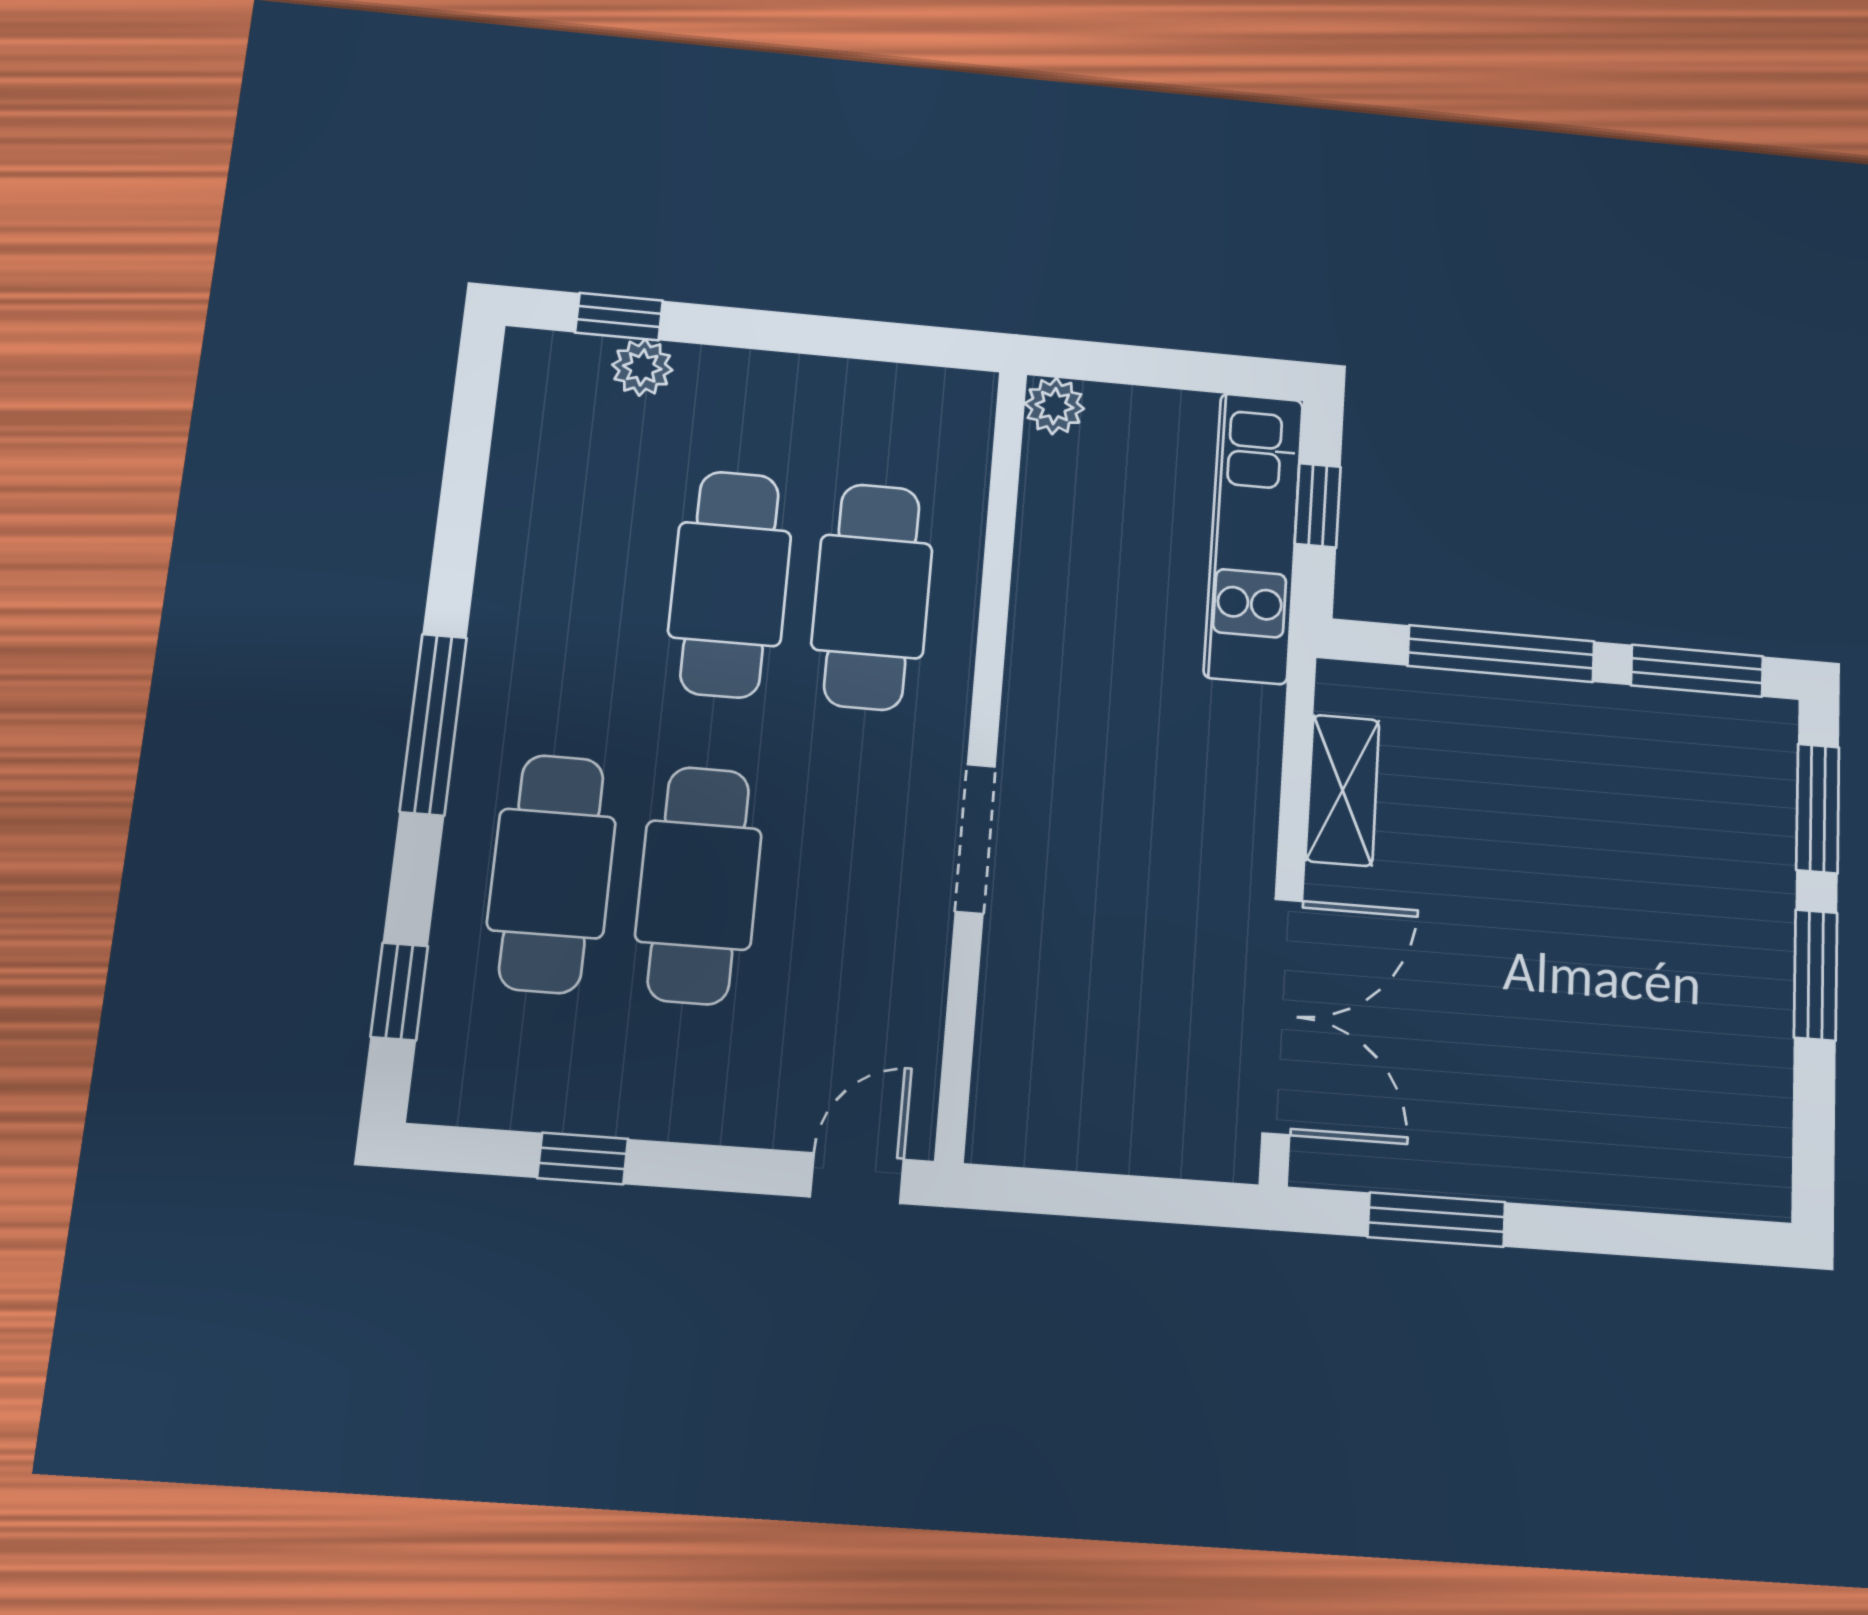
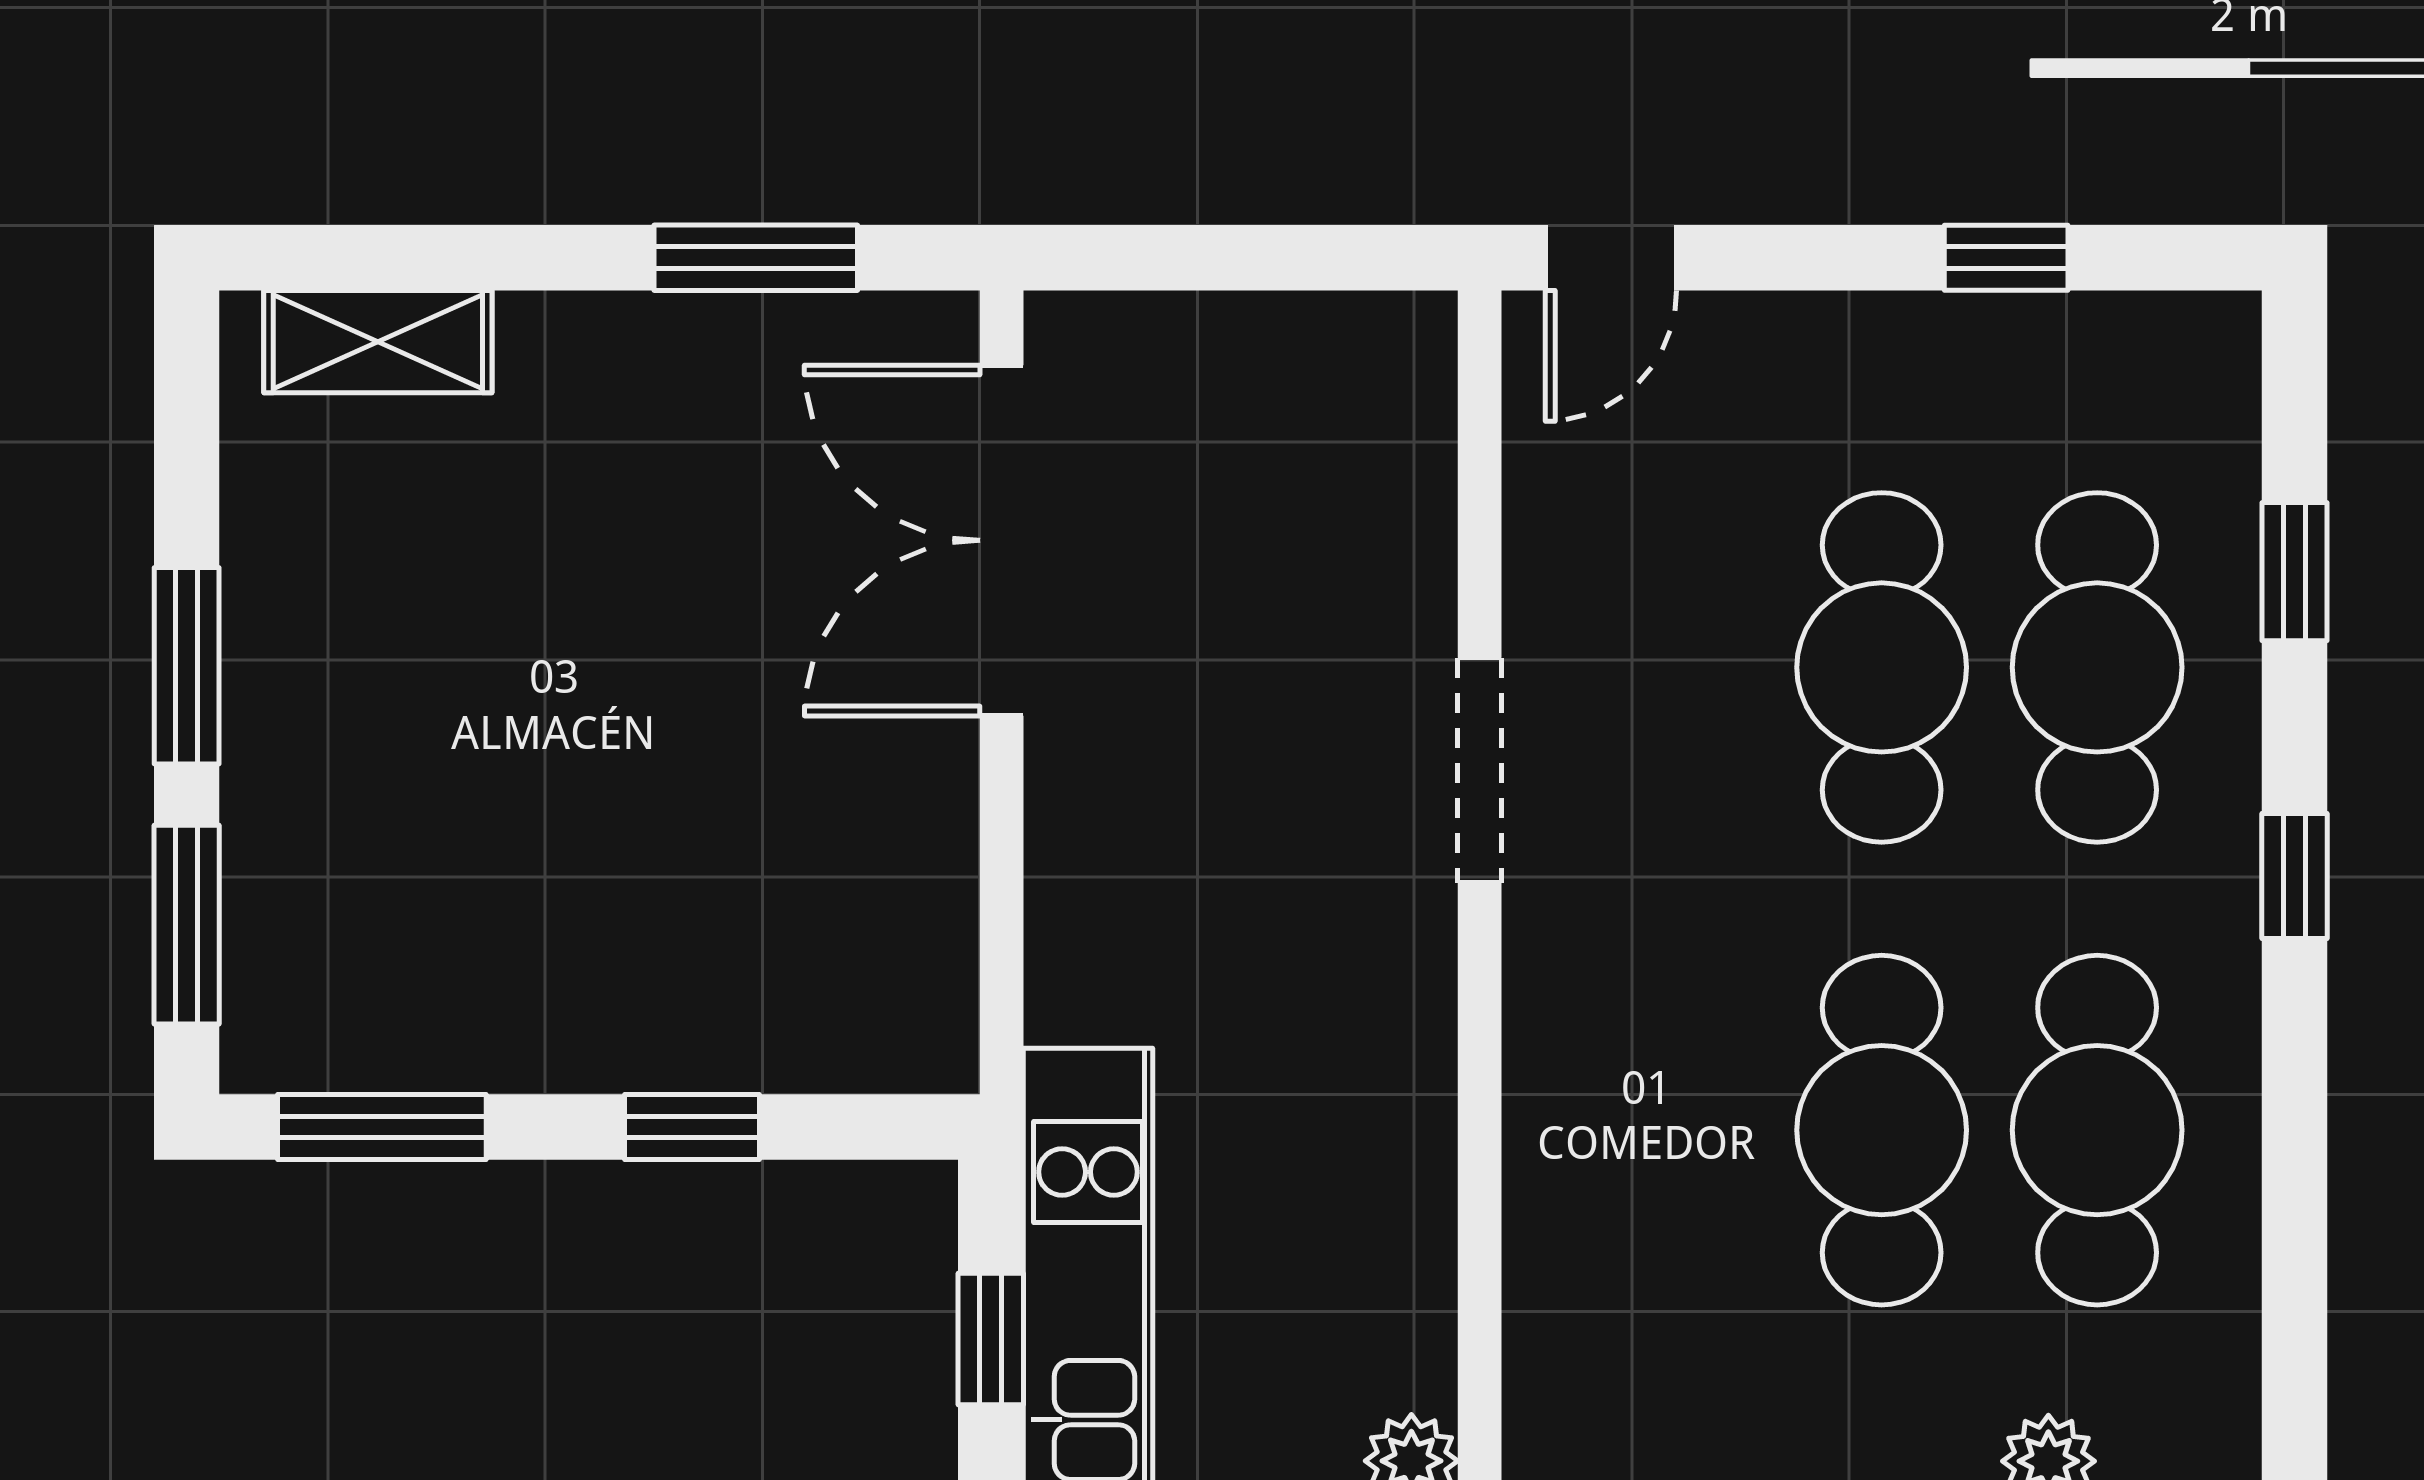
cafe table: (872, 597) -> (2097, 1130), moved
window: (1501, 654) -> (692, 1127), width x0.46
window: (433, 724) -> (2295, 876), width x0.46
shelving: (1343, 790) -> (378, 342), moved, turned 90
window: (399, 991) -> (2295, 572), moved

